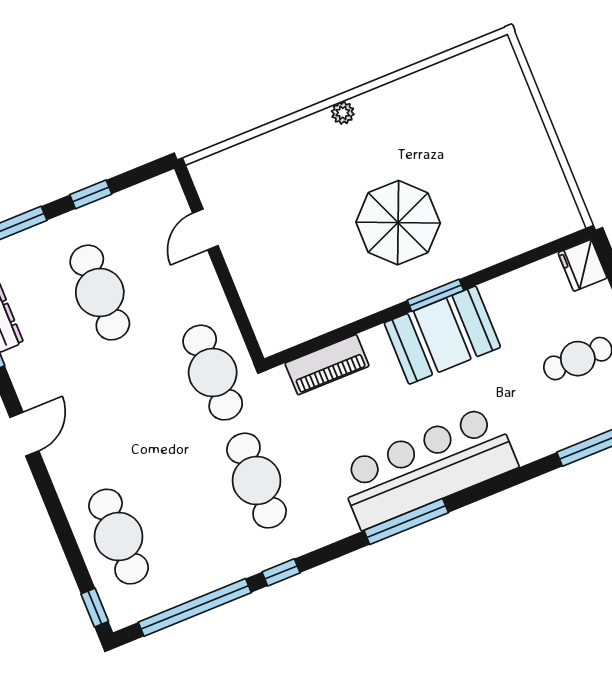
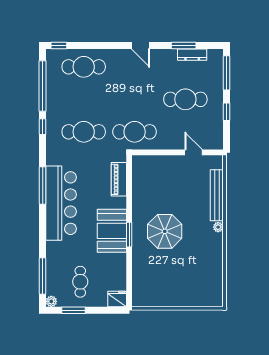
bench: (276, 143) -> (217, 195), added

